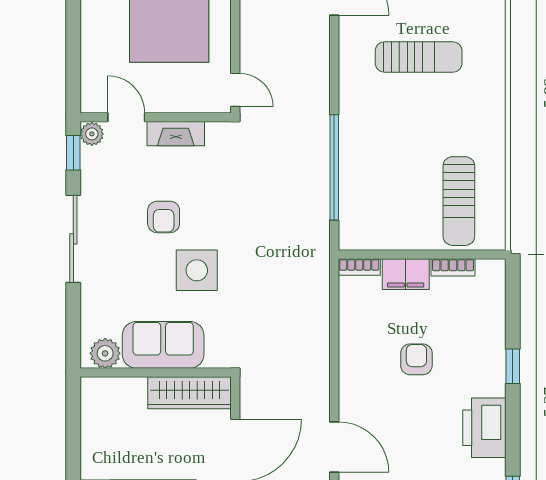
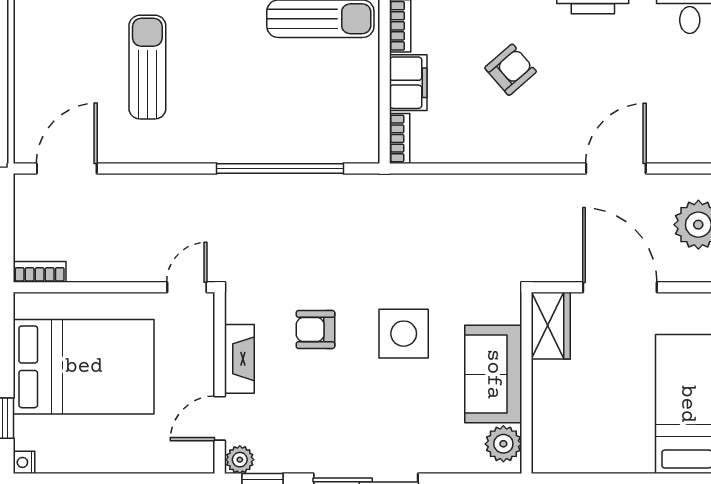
armchair: (164, 217) -> (315, 329), moved, turned 180
armchair: (416, 359) -> (511, 70), turned 139
wardrobe: (190, 393) -> (551, 326), width x0.67

